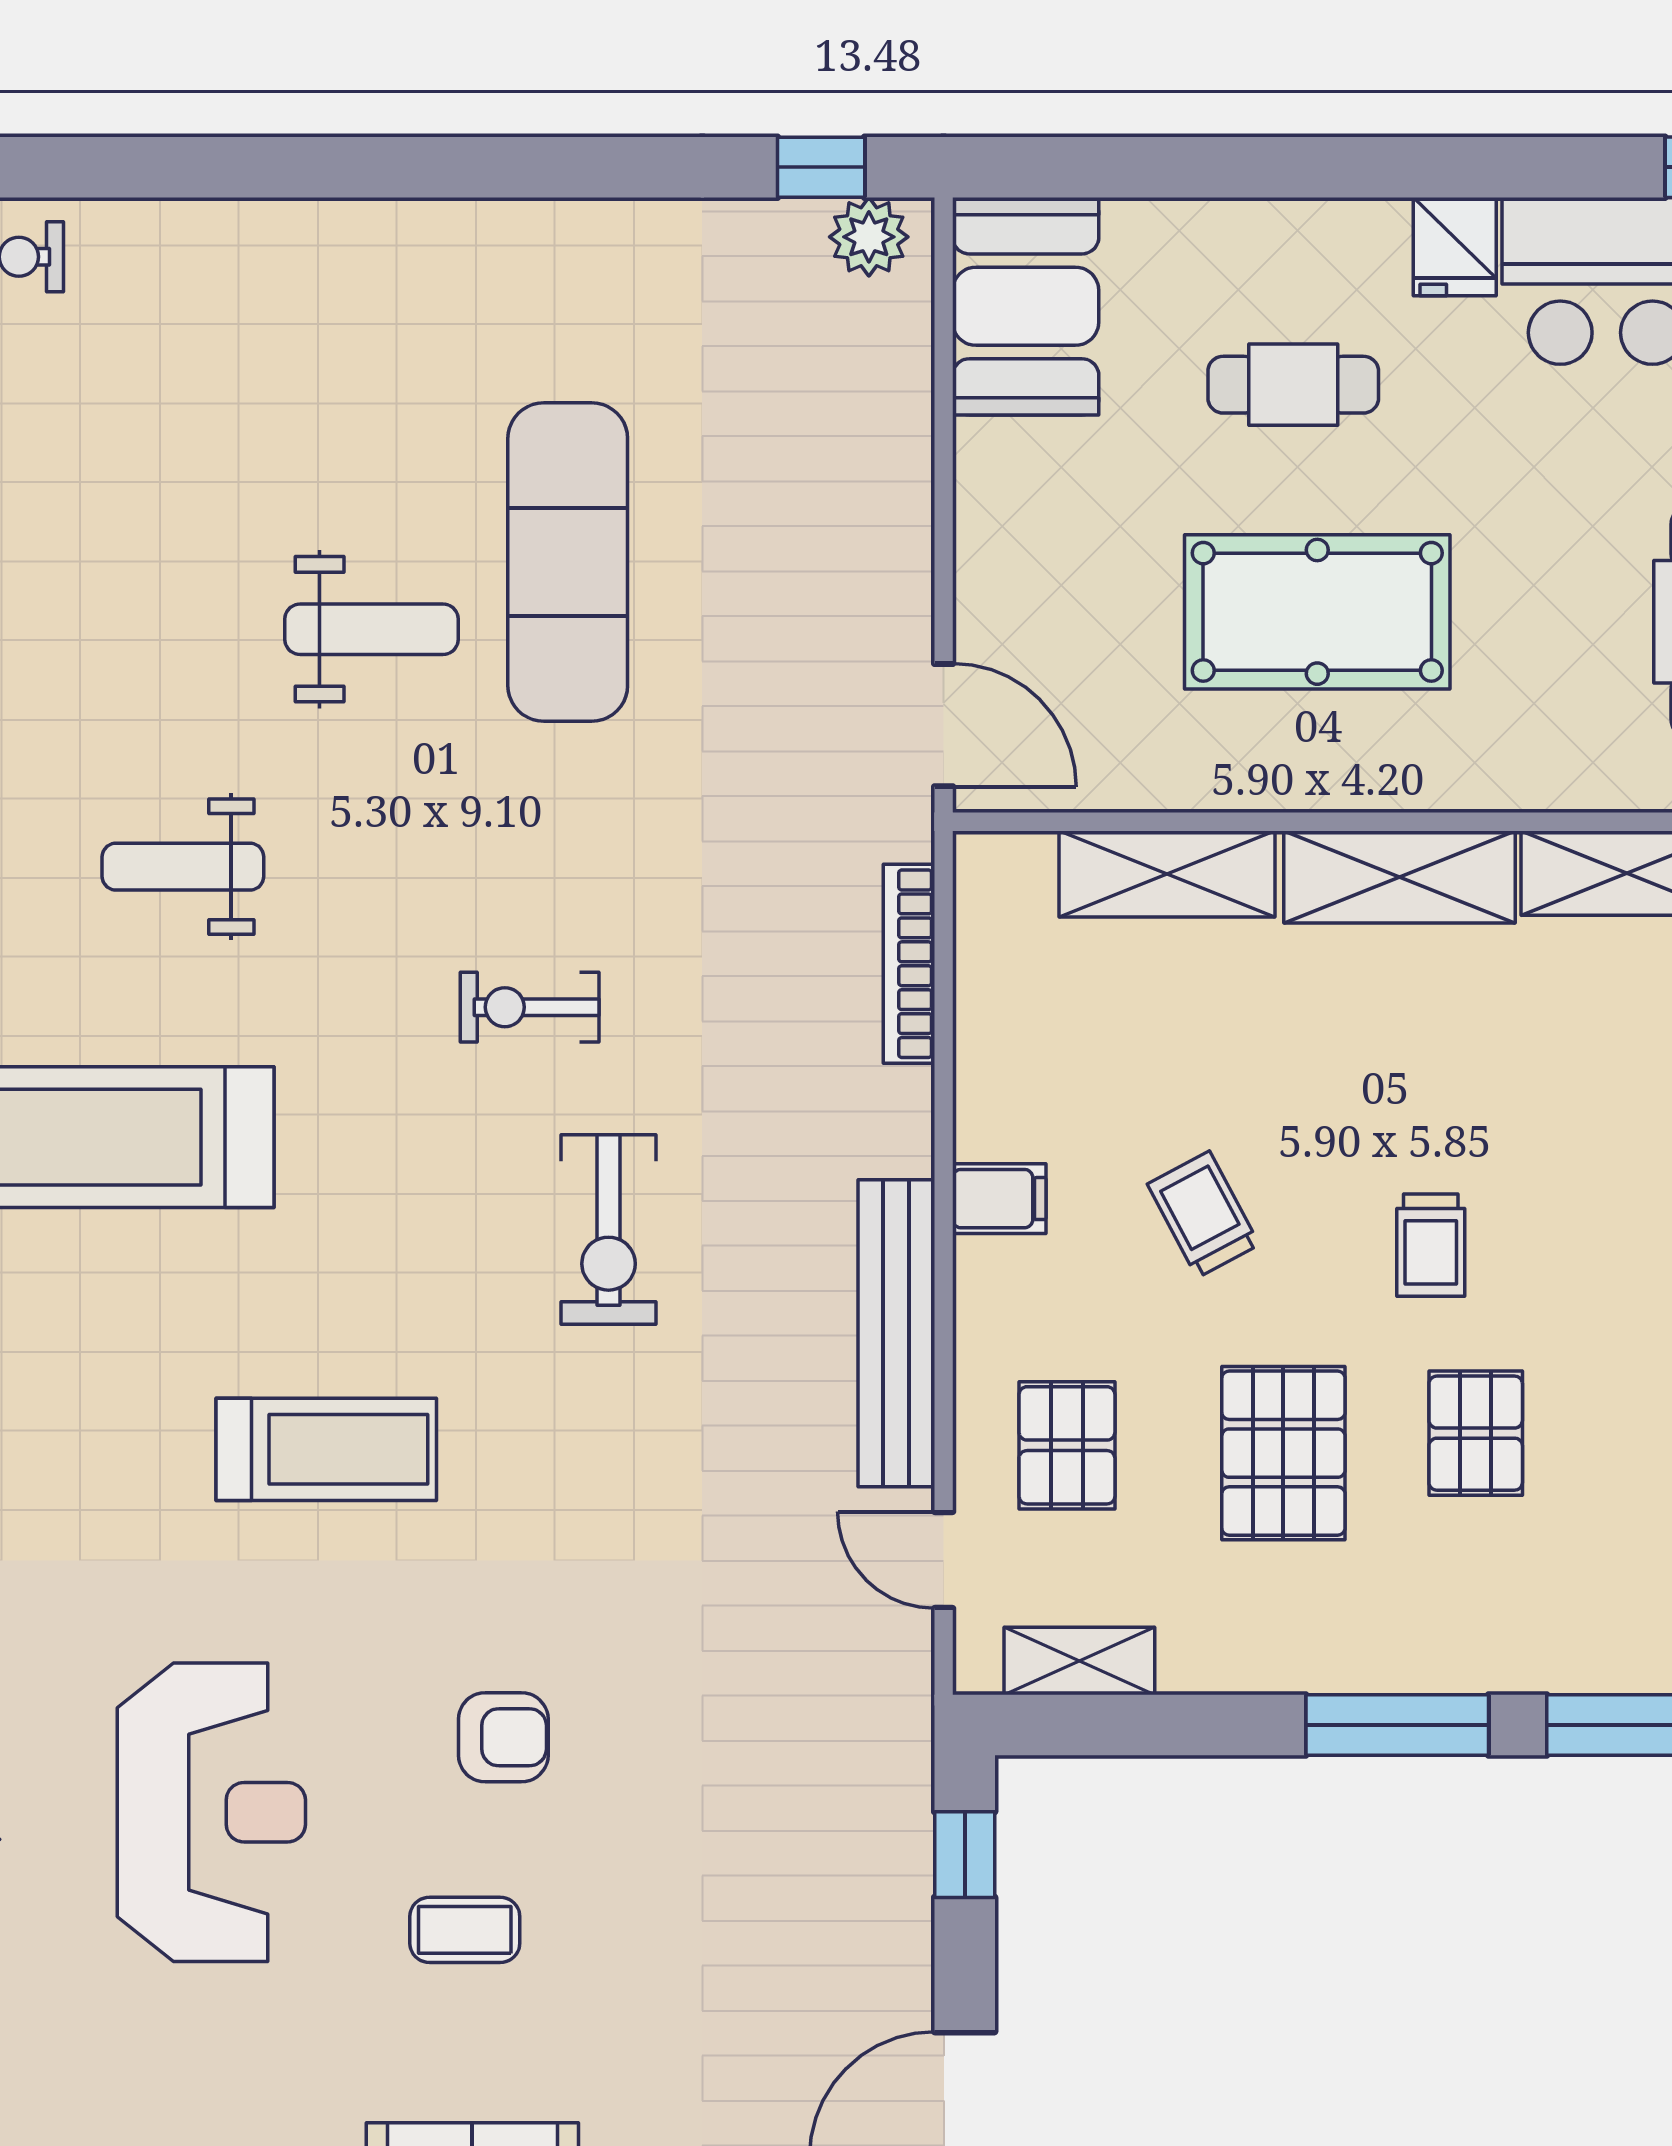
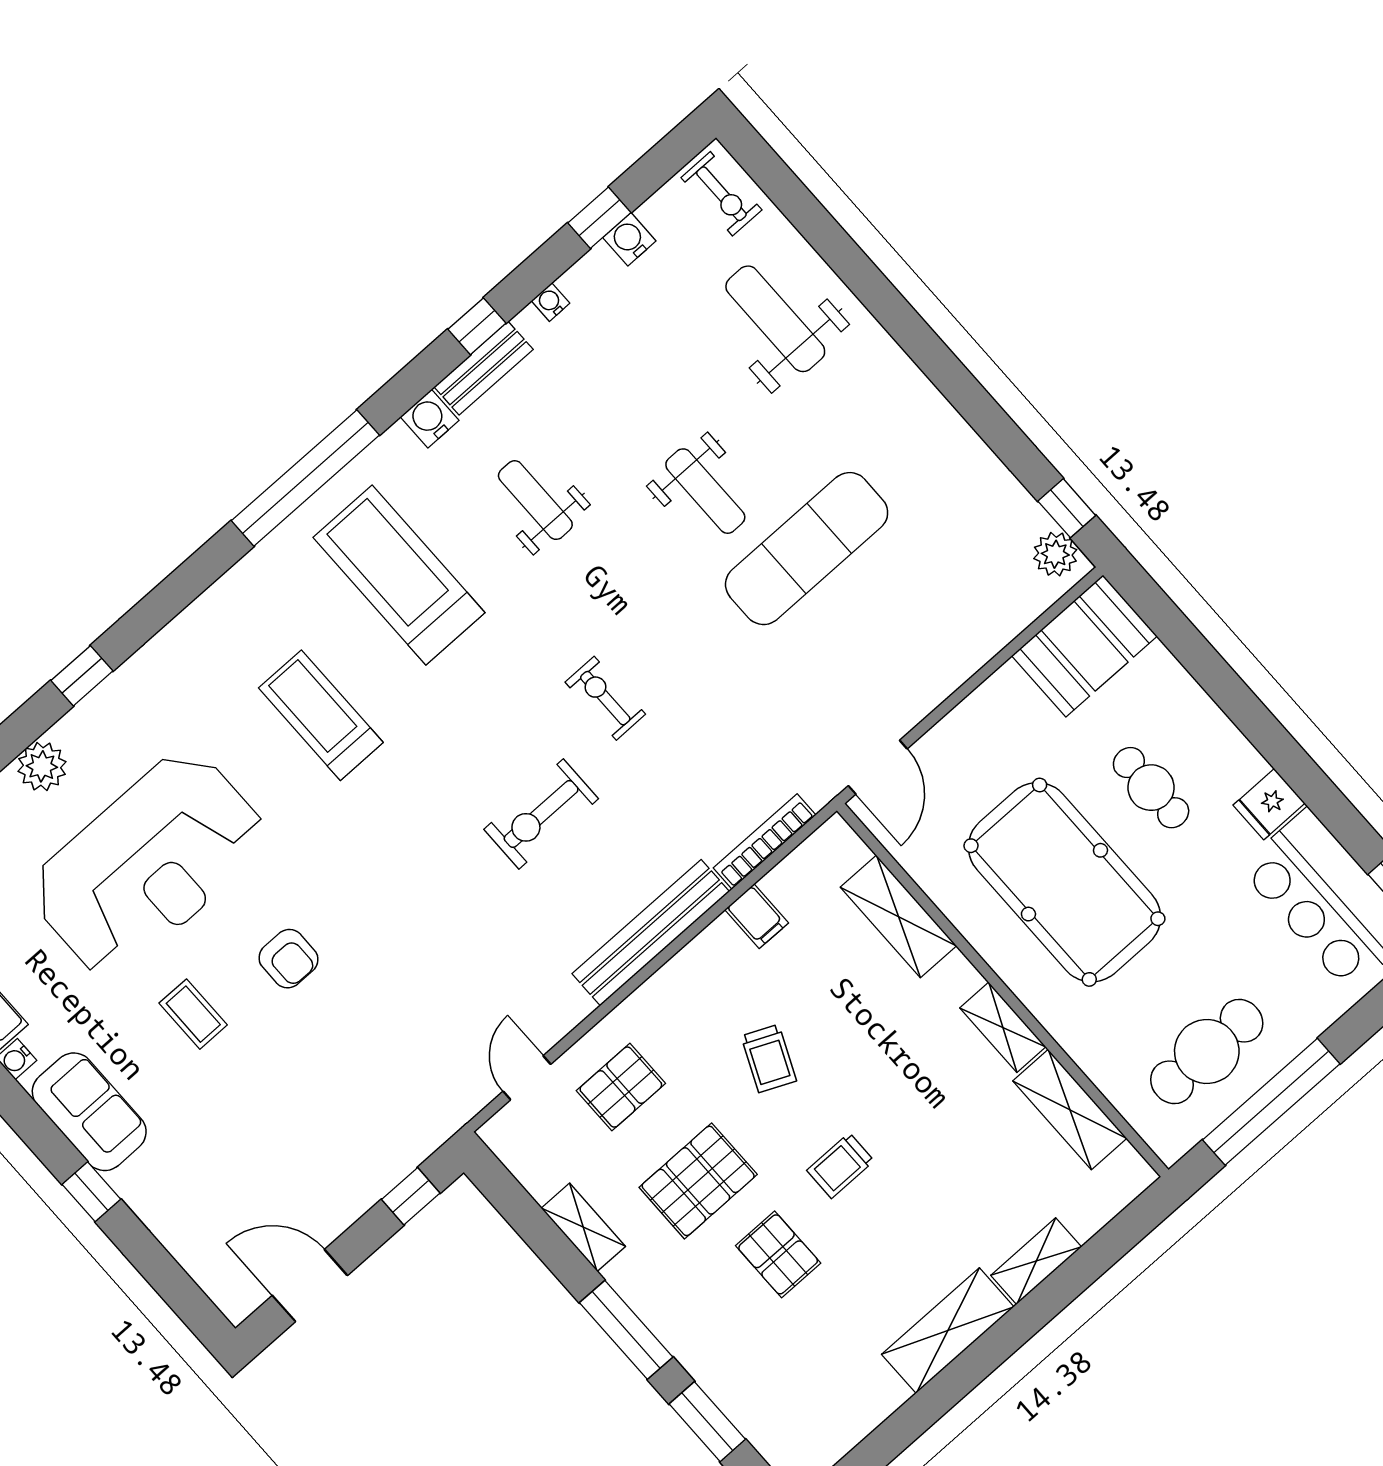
weight bench: (224, 333) -> (775, 319), added
pool table: (1317, 612) -> (1064, 882), width x1.36, depth x1.32
shelving: (1400, 877) -> (1003, 1027), width x0.67, depth x0.75
filing cabinet: (999, 1199) -> (757, 916), moved
trolley: (1203, 1214) -> (769, 1058), turned 142
bench: (896, 1333) -> (651, 933), moved
pallet: (1476, 1433) -> (778, 1254), turned 90
treadmill: (326, 1449) -> (321, 715), moved, turned 180
shelving: (1079, 1661) -> (583, 1227), moved
reception desk: (211, 1812) -> (148, 864), width x1.36, depth x1.30

